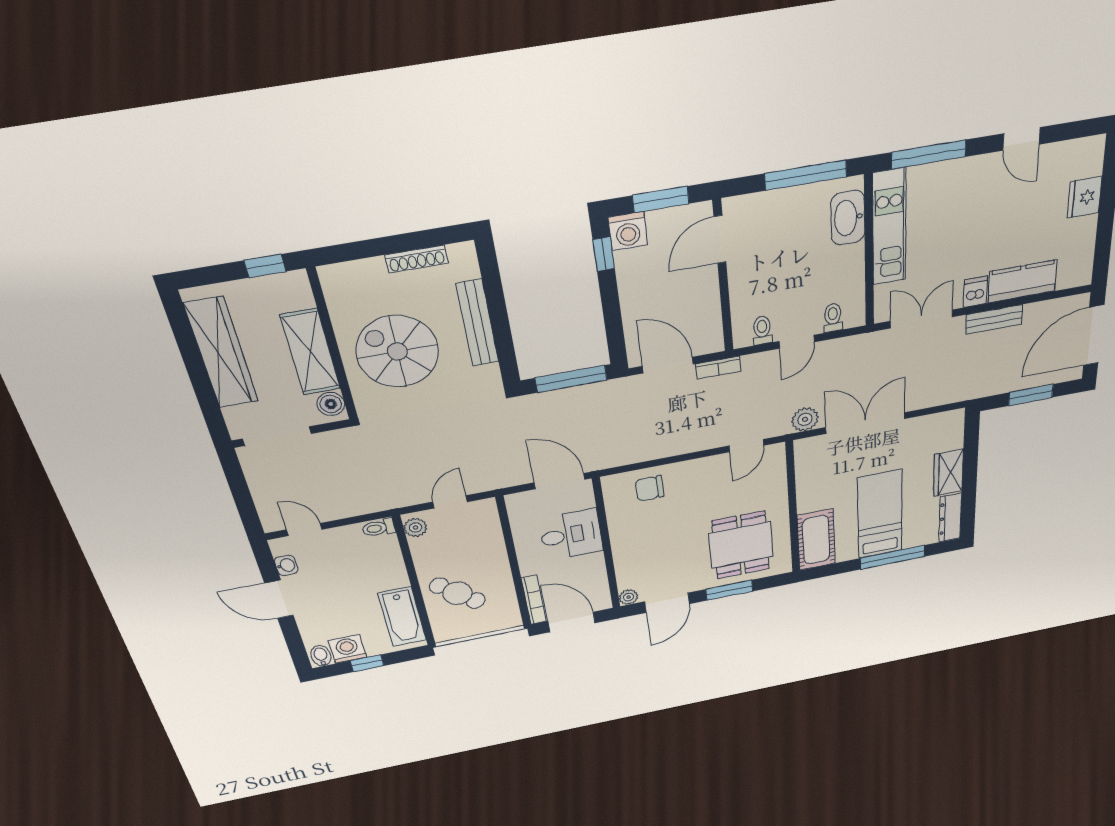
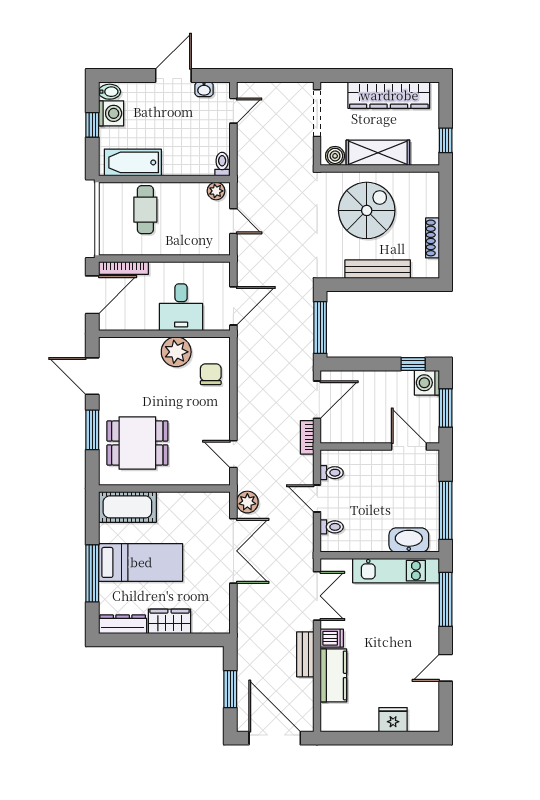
cafe table: (457, 593) -> (145, 210), turned -41
plant: (628, 597) -> (176, 352), moved, width x1.88, depth x1.88

